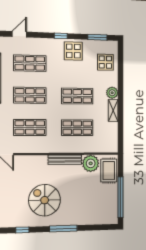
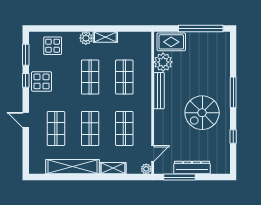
door: (19, 34) -> (26, 120), moved
window: (61, 36) -> (26, 80), moved

